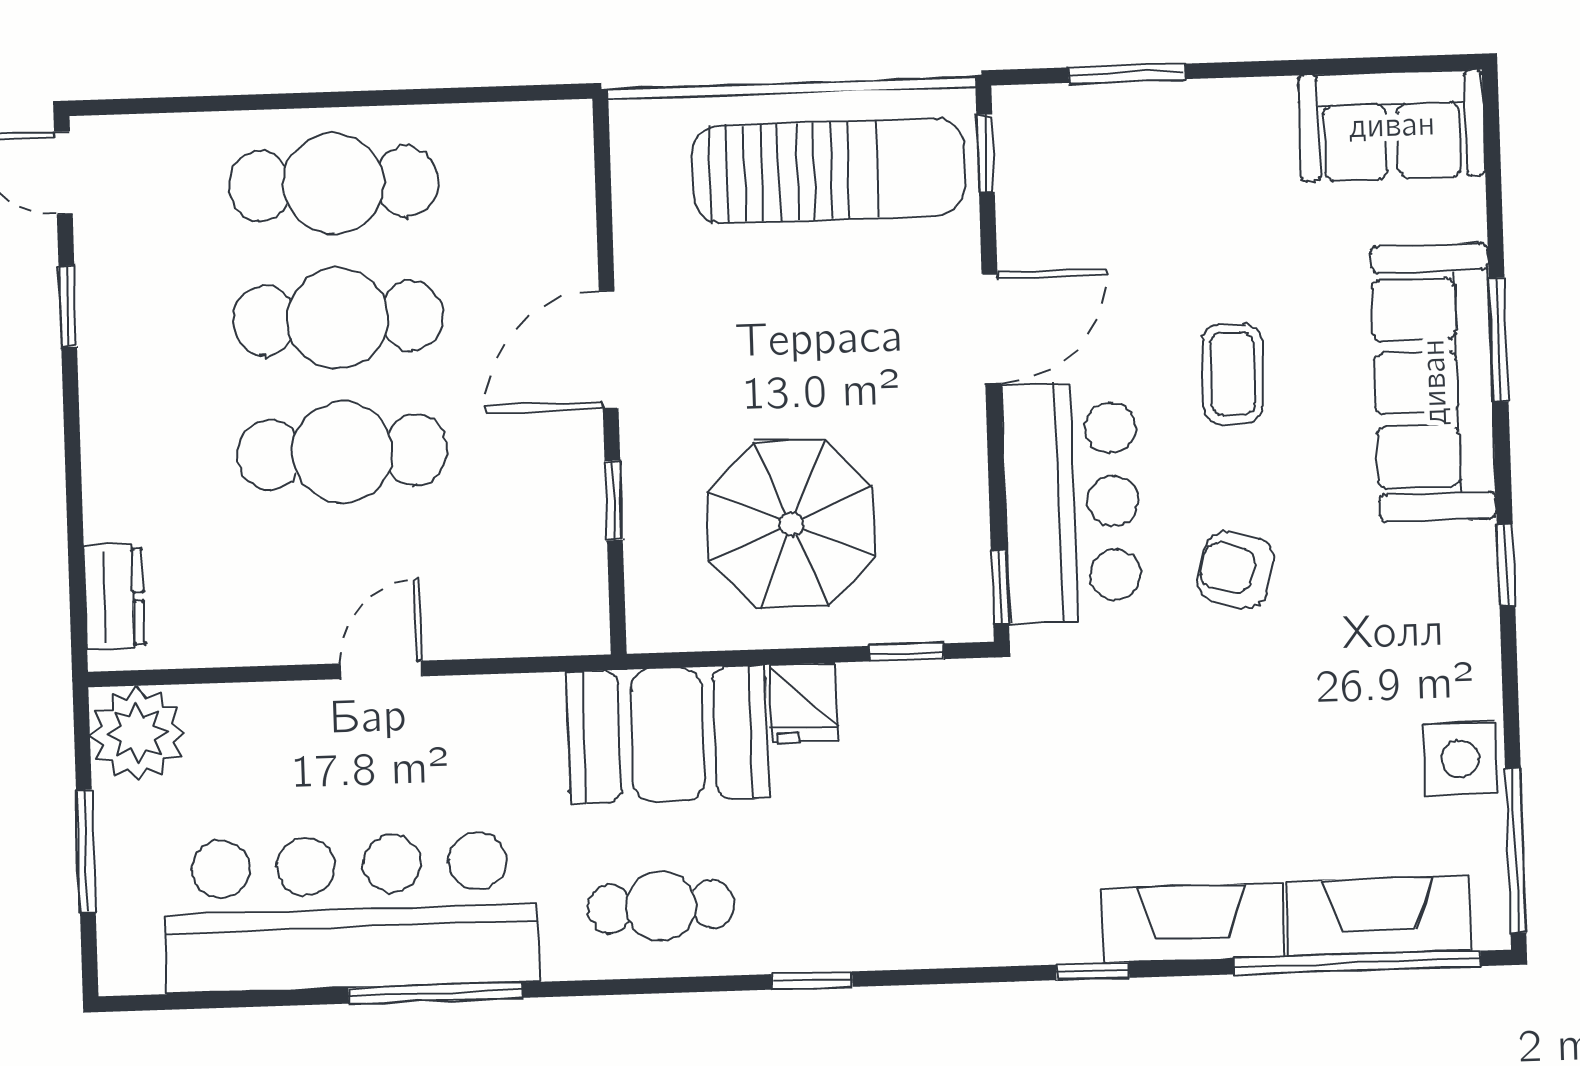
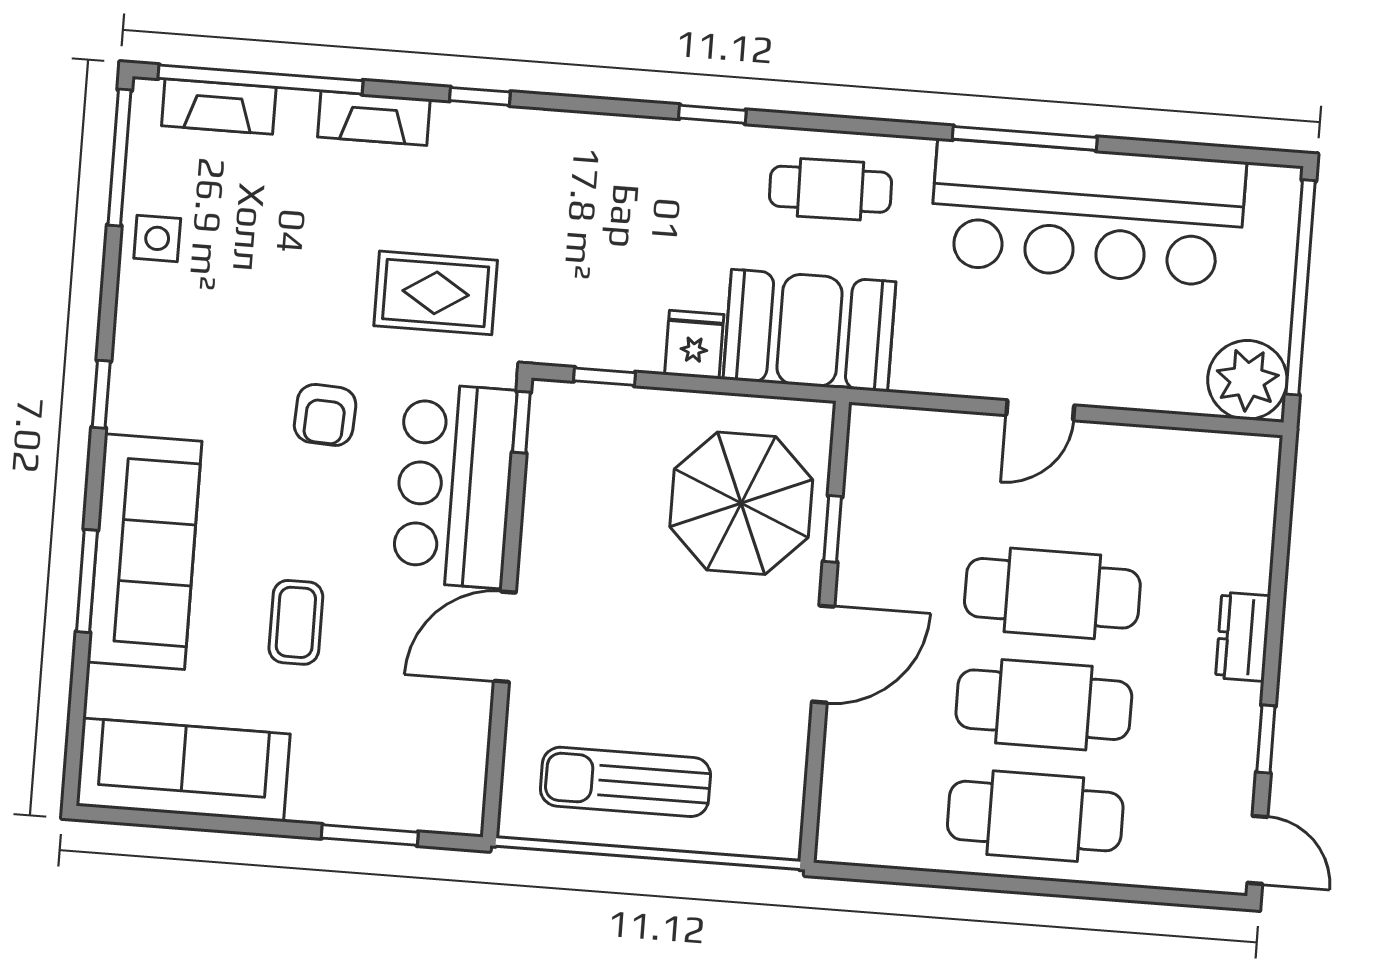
sofa: (1392, 125) -> (183, 770), width x1.36
window: (986, 153) -> (494, 782), removed
sun lounger: (828, 171) -> (625, 782), width x0.73, depth x0.75
coffee table: (1233, 374) -> (296, 622), moved
parasol: (791, 524) -> (741, 503), moved
armchair: (1236, 570) -> (325, 415), turned 79
dresser: (114, 597) -> (1243, 637), moved
rug: (1120, 730) -> (436, 293), added
side table: (1460, 759) -> (157, 238), width x0.73, depth x0.73
window: (86, 851) -> (1301, 287), width x2.11
fireplace: (1379, 916) -> (219, 107), width x0.73, depth x0.76
fireplace: (1192, 923) -> (374, 118), width x0.73, depth x0.76

